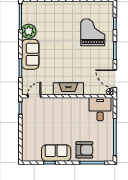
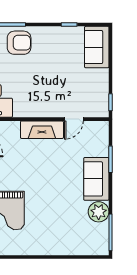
door: (34, 96) -> (74, 119), moved
armchair: (84, 150) -> (19, 43), turned 180
sofa: (56, 153) -> (97, 47), moved, turned 90

